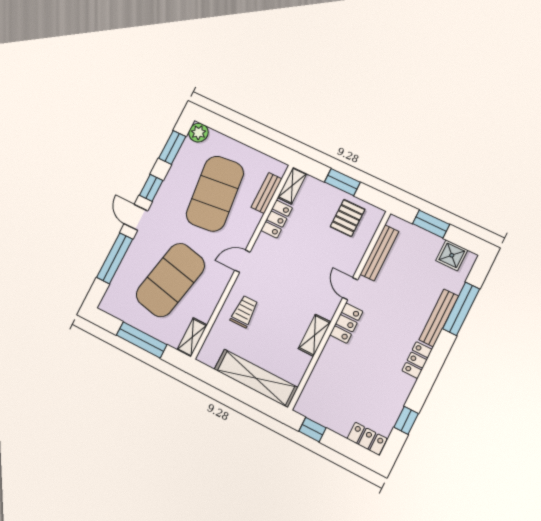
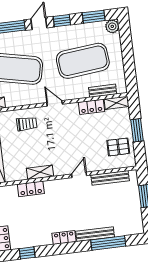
shower: (452, 255) -> (135, 219), removed
locker: (346, 323) -> (31, 189), moved

